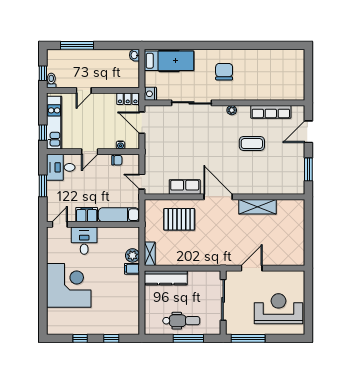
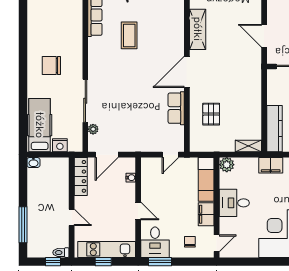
nightstand: (150, 94) -> (60, 145), moved
locker: (128, 99) -> (81, 176), width x1.53
plant: (232, 110) -> (93, 129), moved
window: (43, 133) -> (103, 262), moved
chair: (117, 160) -> (190, 242), moved
window: (43, 186) -> (160, 262), moved
pallet: (179, 219) -> (211, 114), width x0.67, depth x0.71
door: (60, 224) -> (217, 243), swing flipped
desk: (84, 241) -> (234, 203), moved
plant: (132, 255) -> (227, 165), moved
filing cabinet: (132, 269) -> (271, 165), width x2.00

